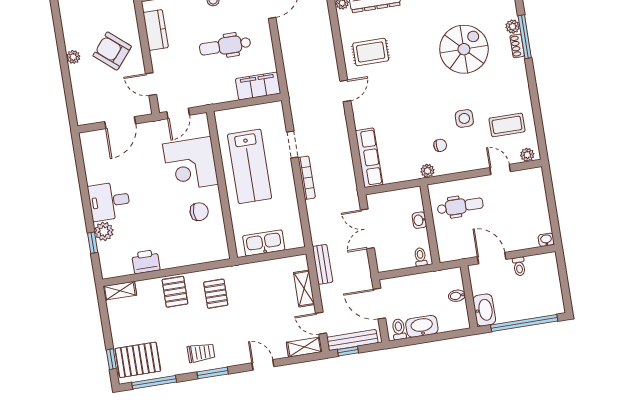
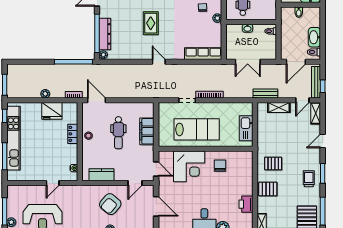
rug: (371, 52) -> (151, 23), moved
filing cabinet: (258, 86) -> (147, 131), moved

